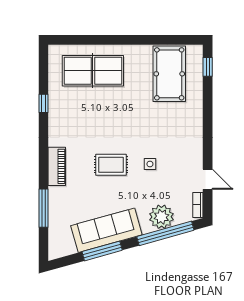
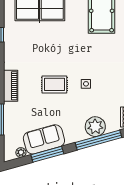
sofa: (106, 230) -> (44, 139), width x0.73
plant: (70, 249) -> (21, 152), added

